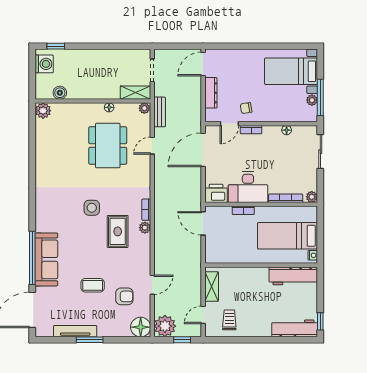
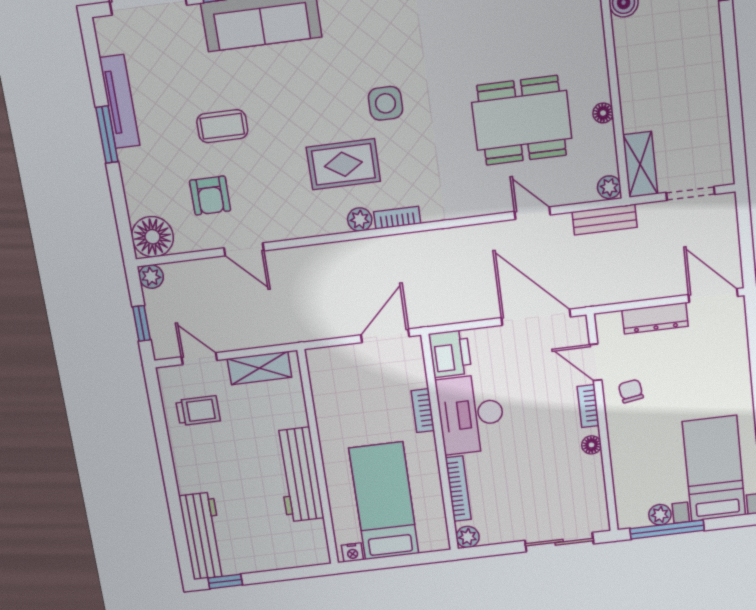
floor lamp: (287, 130) -> (591, 445), moved
workbench: (293, 276) -> (299, 475), moved
coffee table: (93, 285) -> (222, 126), turned 90
plant: (165, 326) -> (151, 277), width x0.53, depth x0.53

